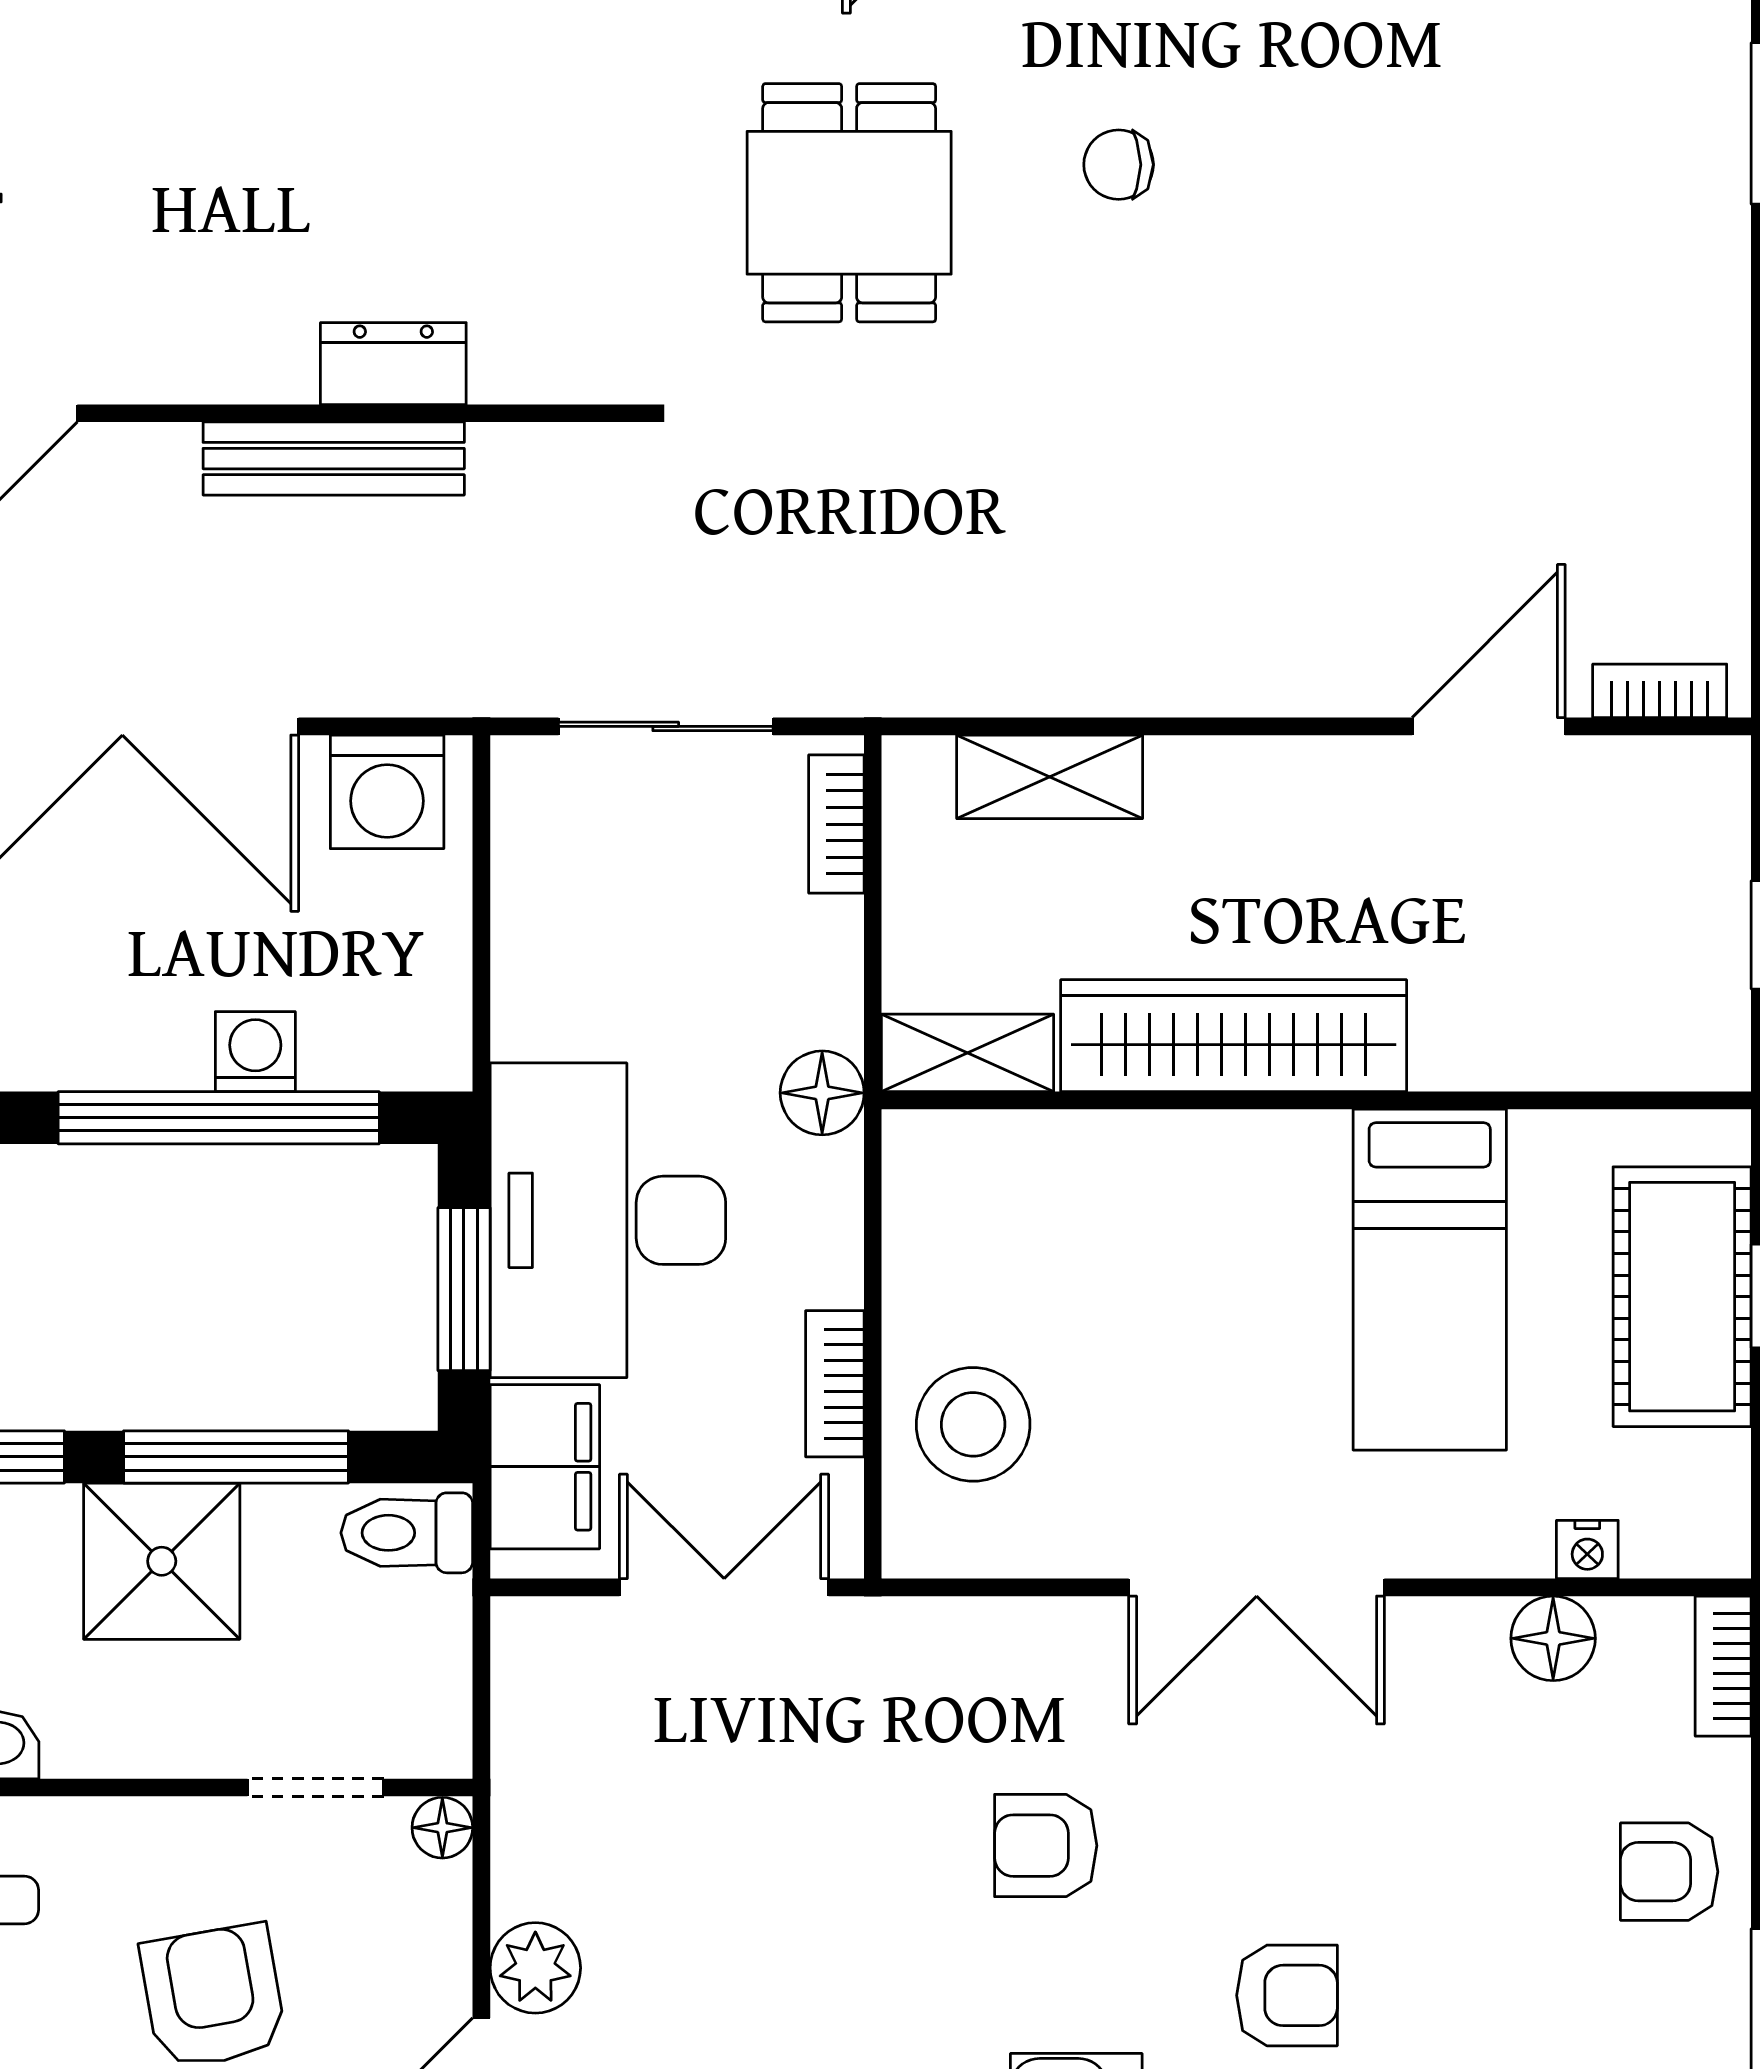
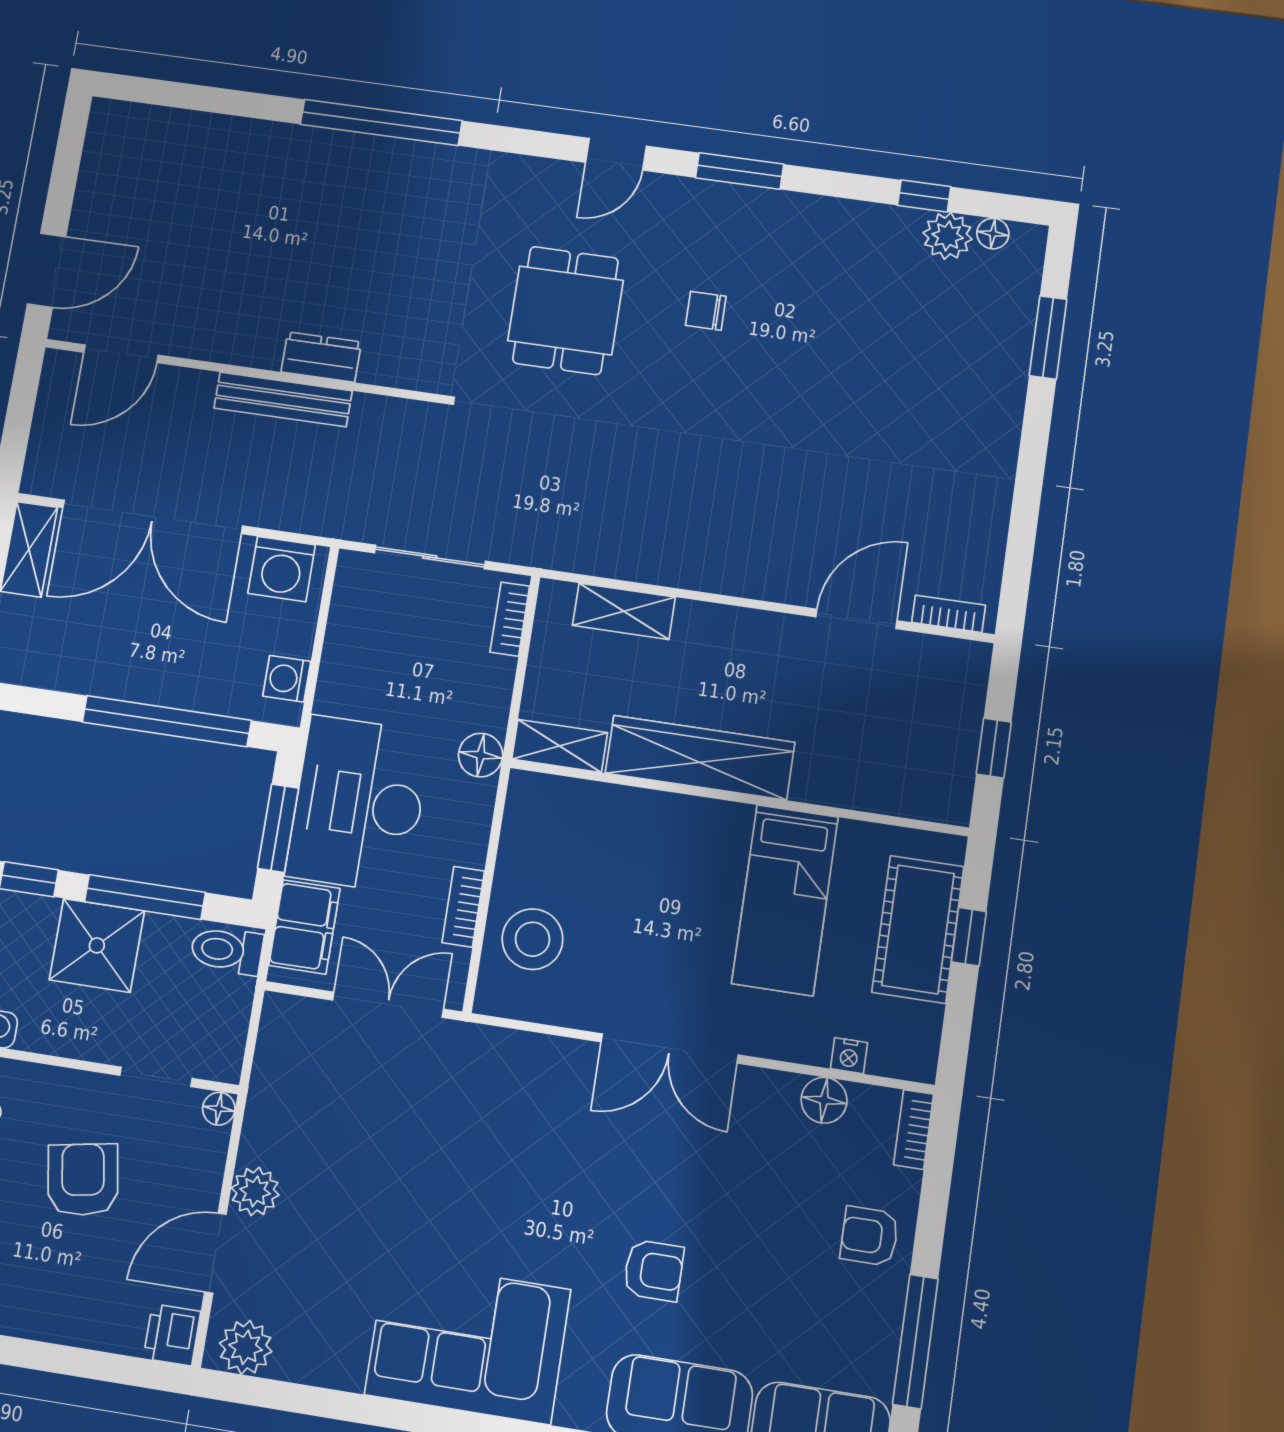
washing machine: (255, 1052) -> (287, 679), moved, turned -90
armchair: (1046, 1846) -> (537, 1169), removed

